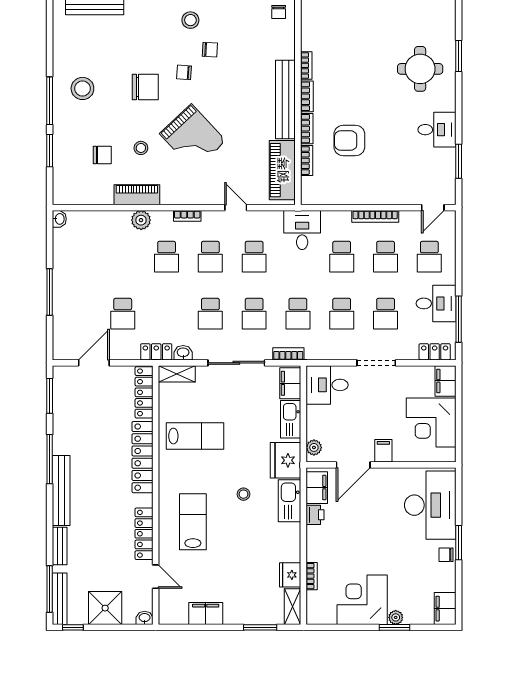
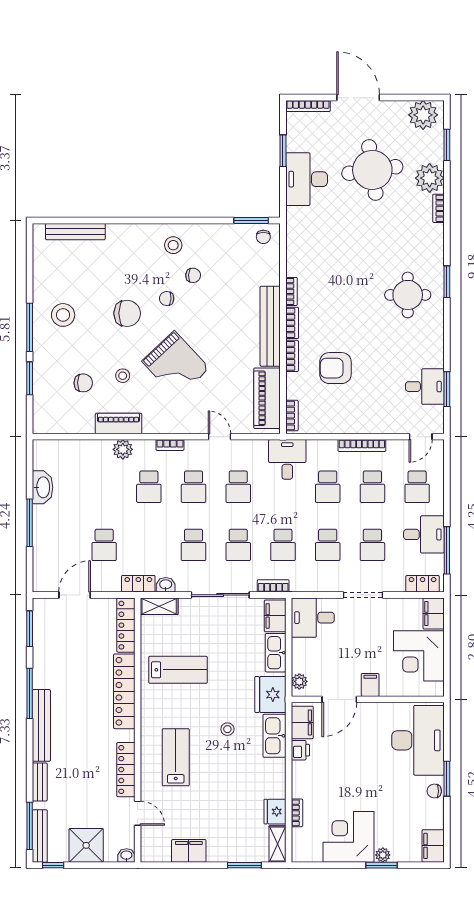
desk: (437, 130) -> (425, 387), moved
bookcase: (307, 161) -> (292, 416), moved
washbasin: (59, 219) -> (43, 487), moved, width x1.91, depth x1.45

